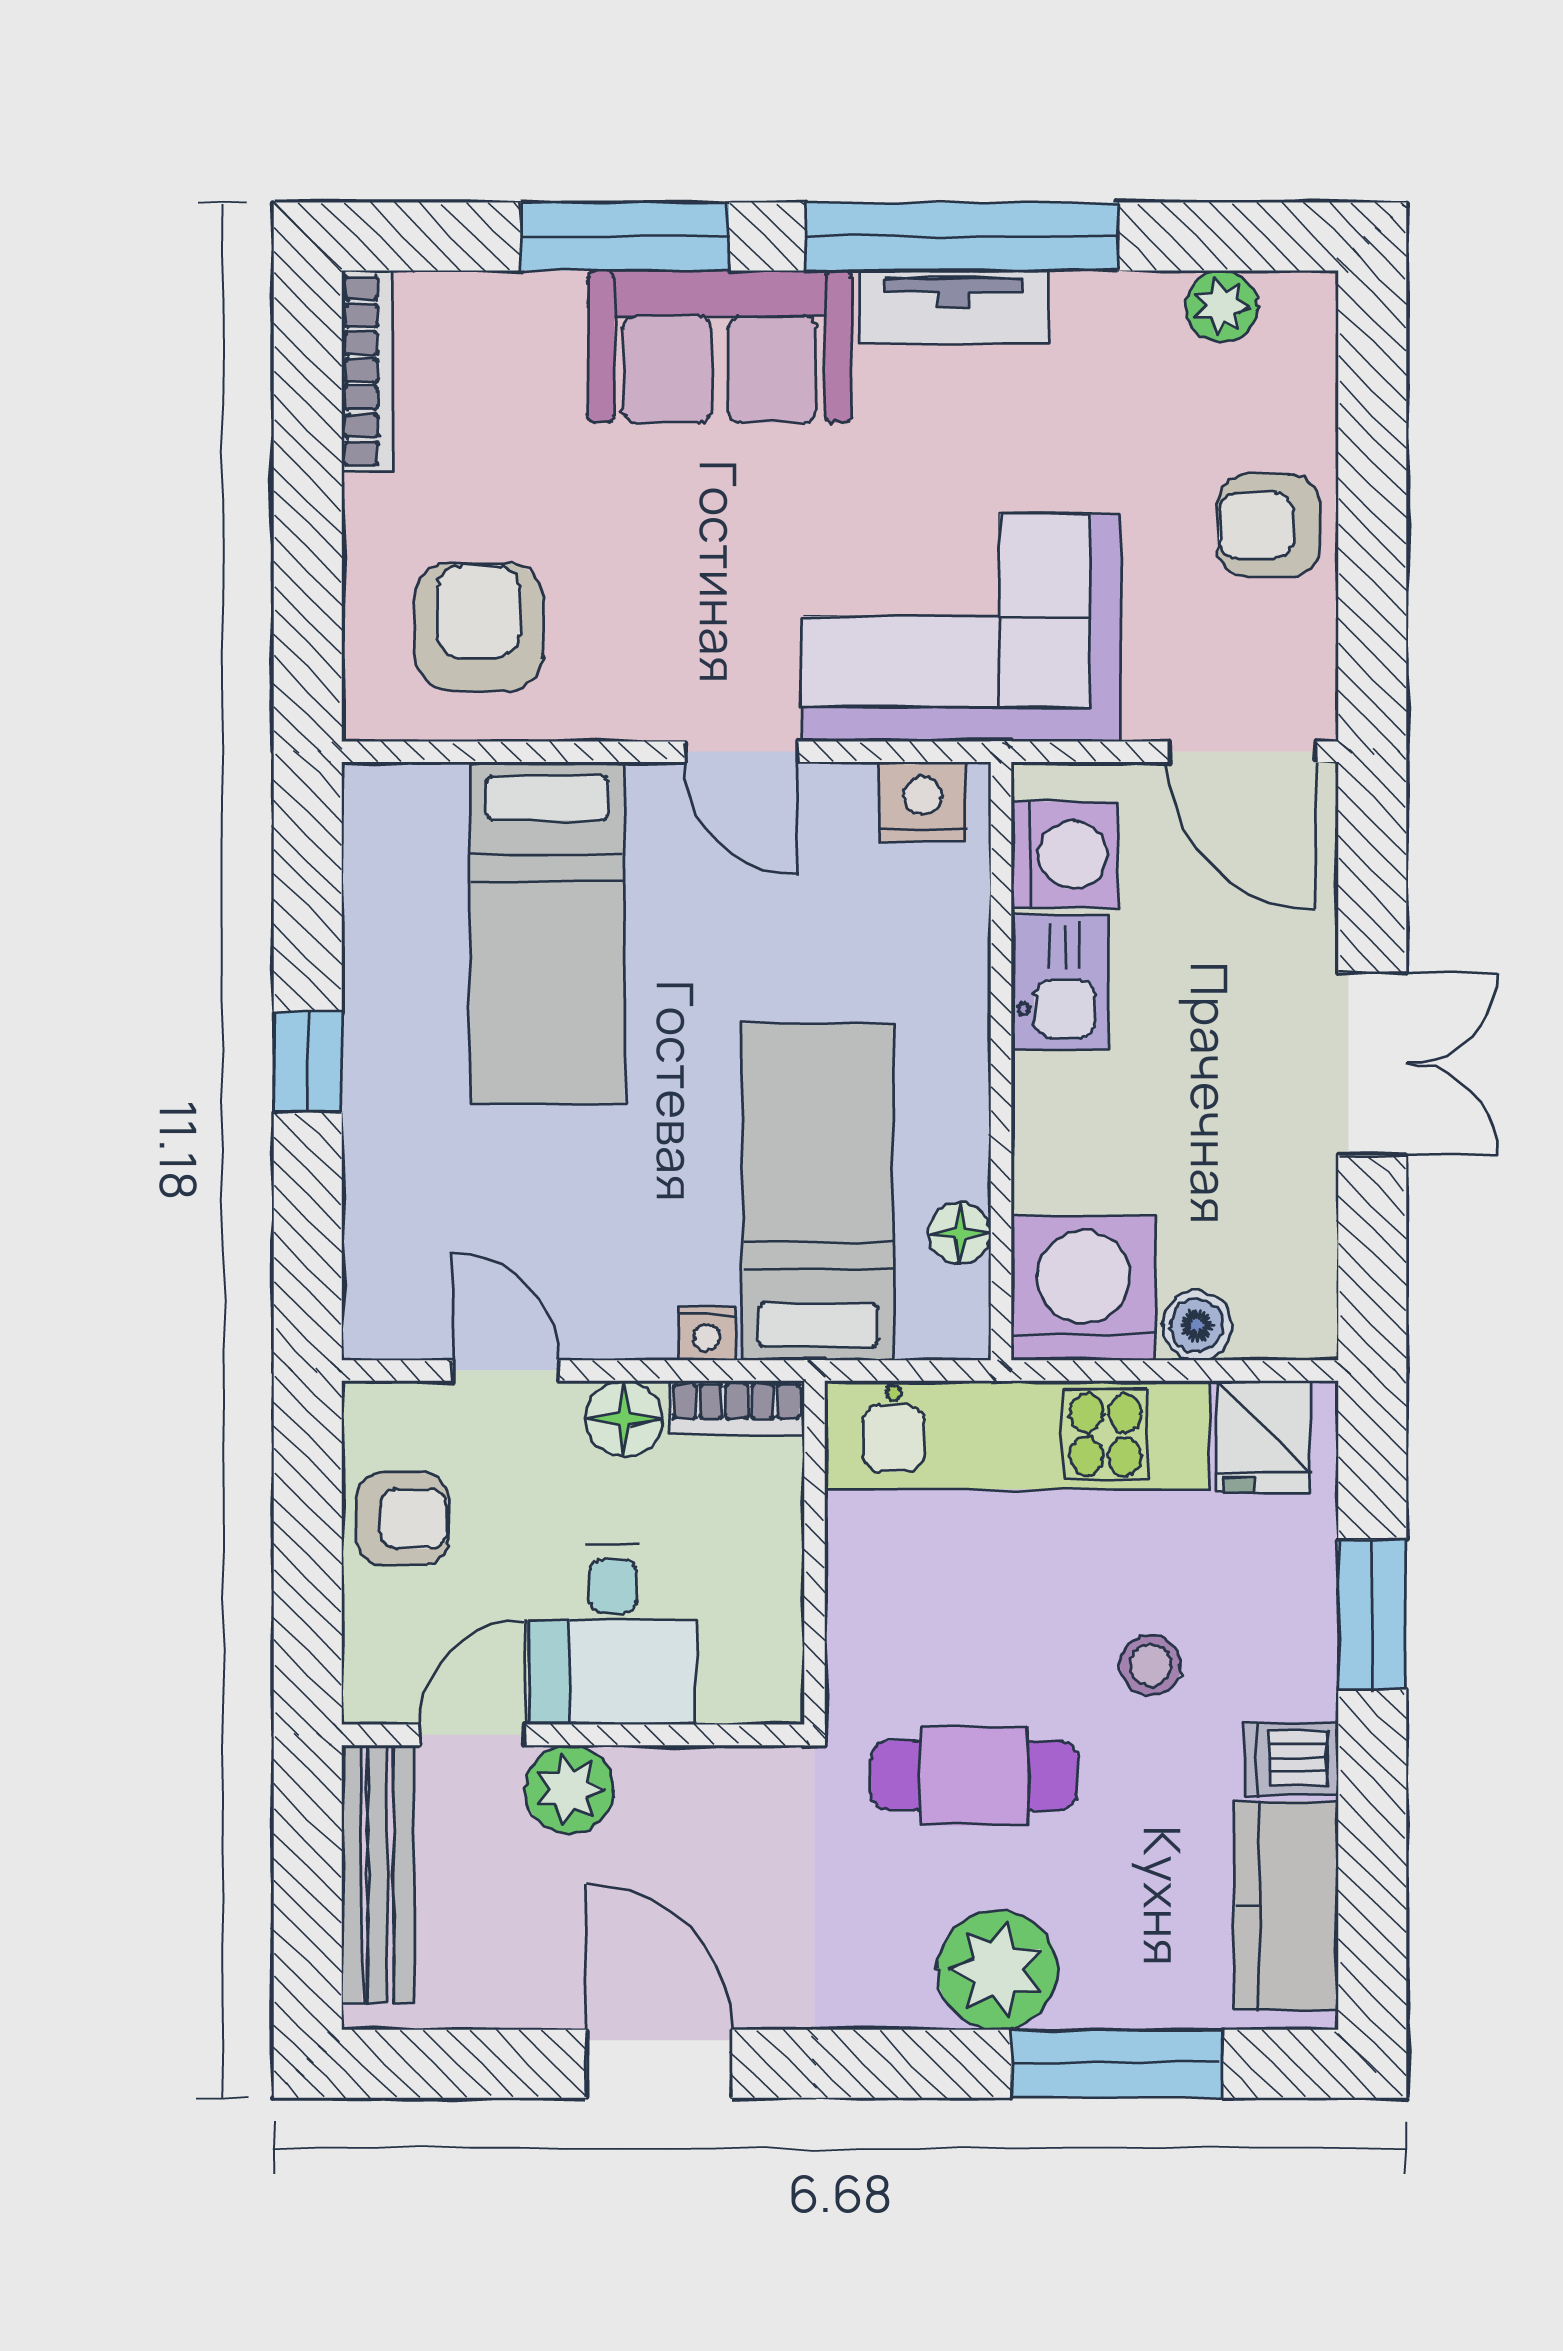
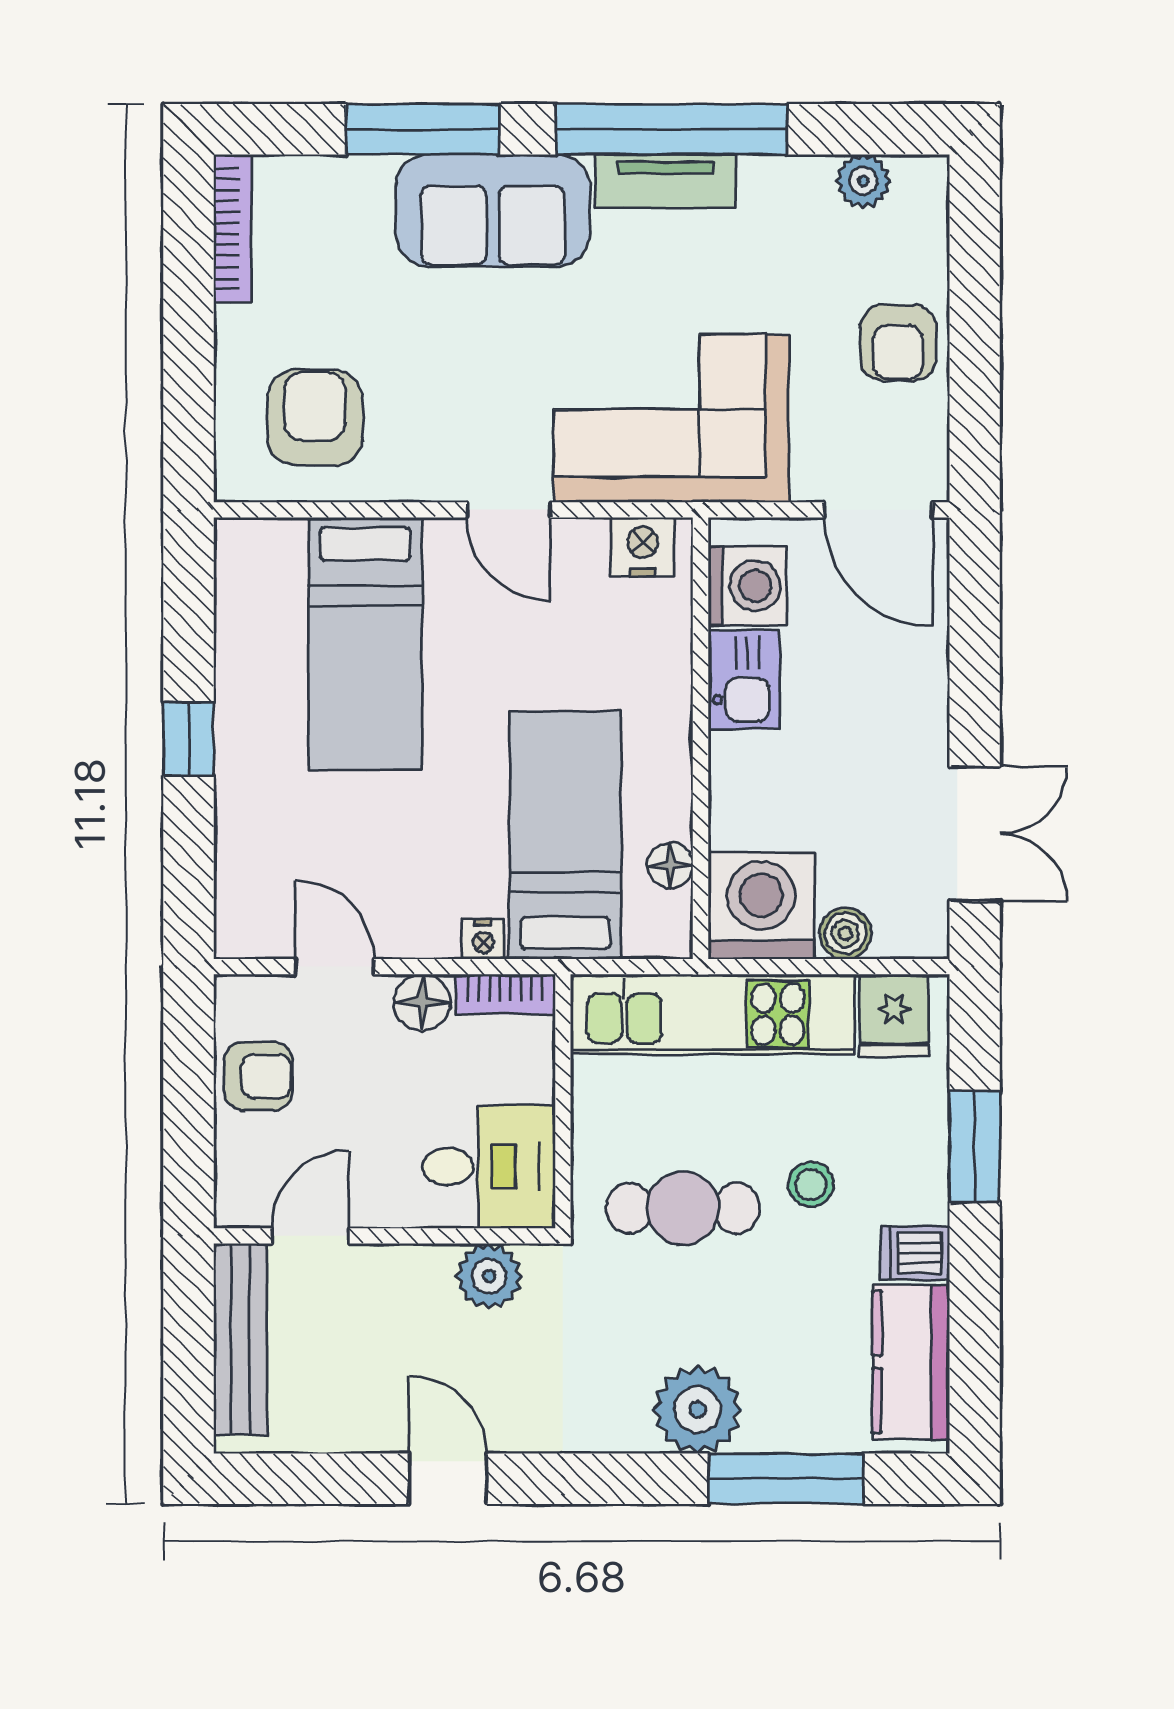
armchair: (1269, 526) -> (898, 343), turned -90
double door: (1372, 1064) -> (975, 834), moved
desk: (613, 1635) -> (489, 1167), moved, turned -90
cafe table: (974, 1776) -> (683, 1208), moved
plant: (570, 1790) -> (489, 1276), moved
door: (659, 2064) -> (448, 1479), width x0.73

